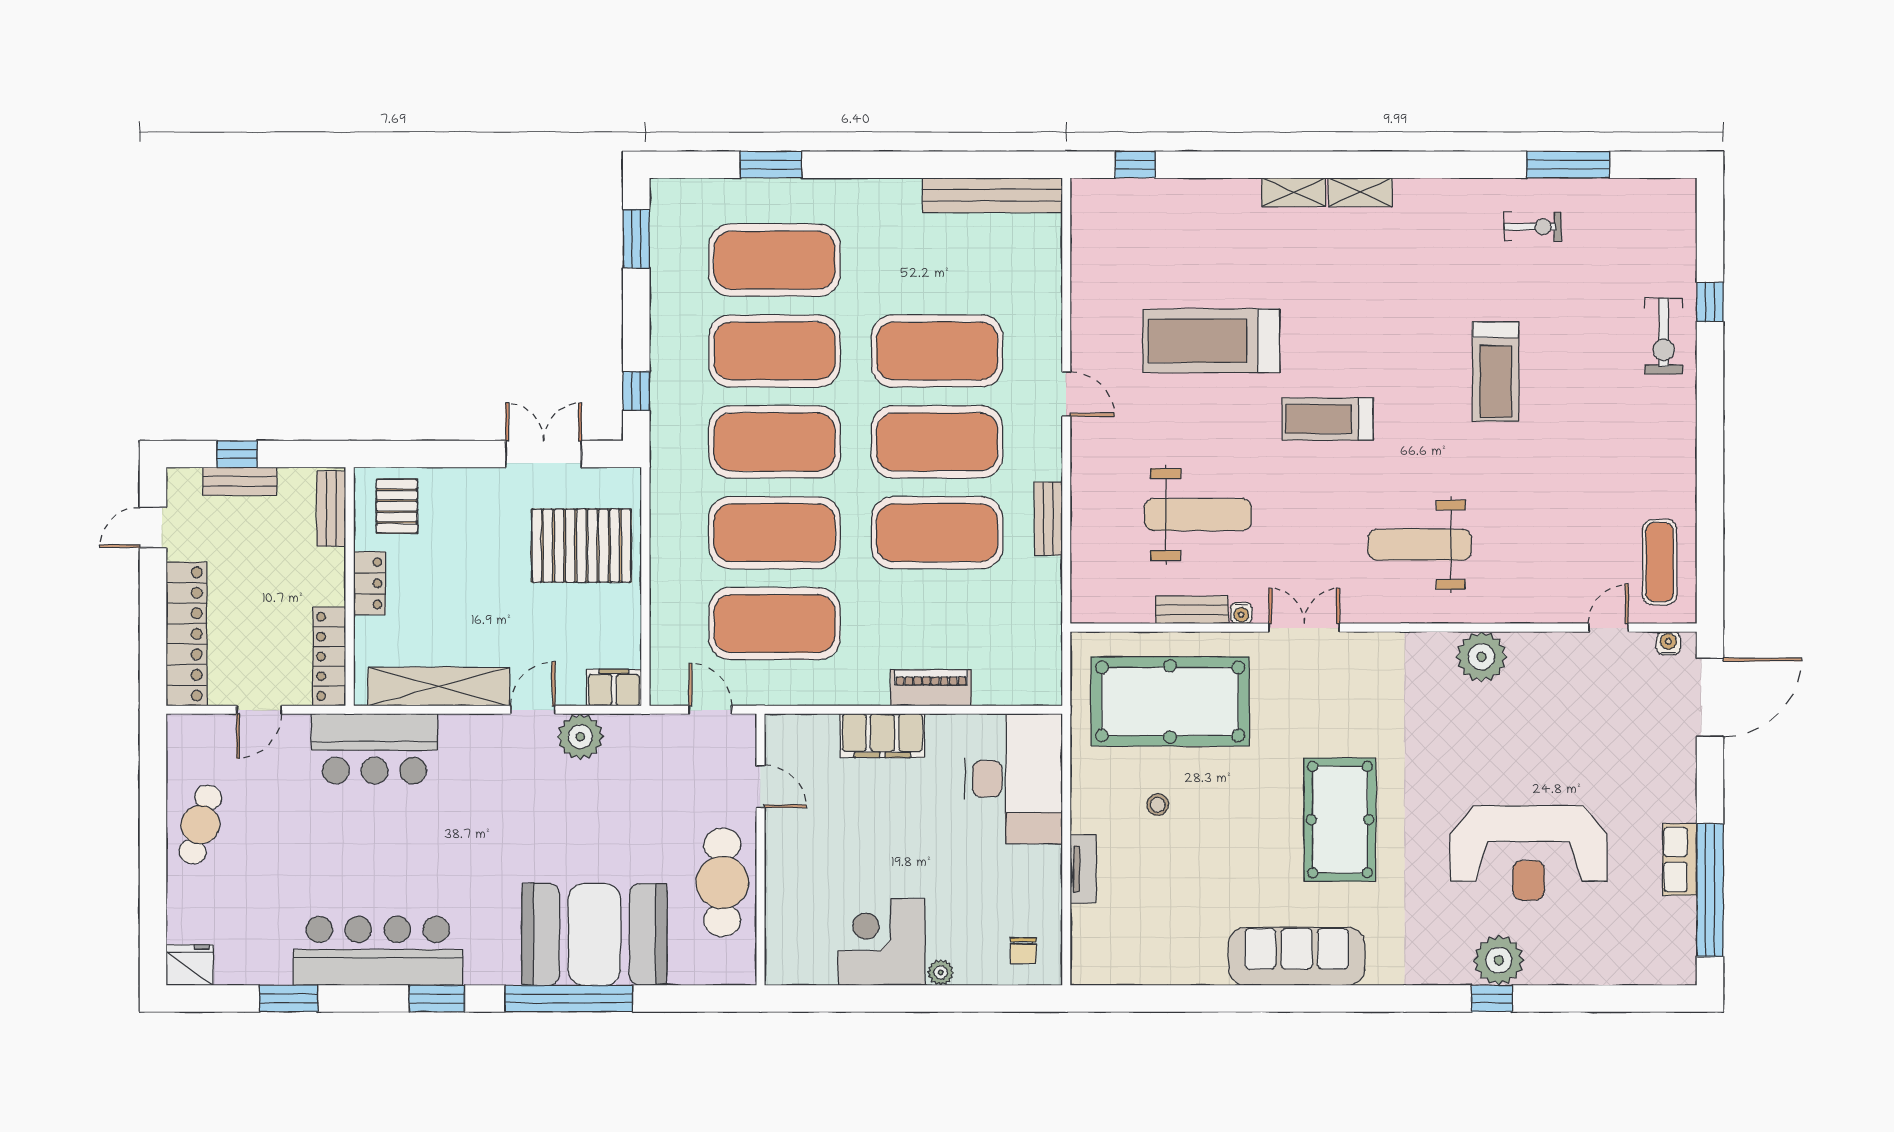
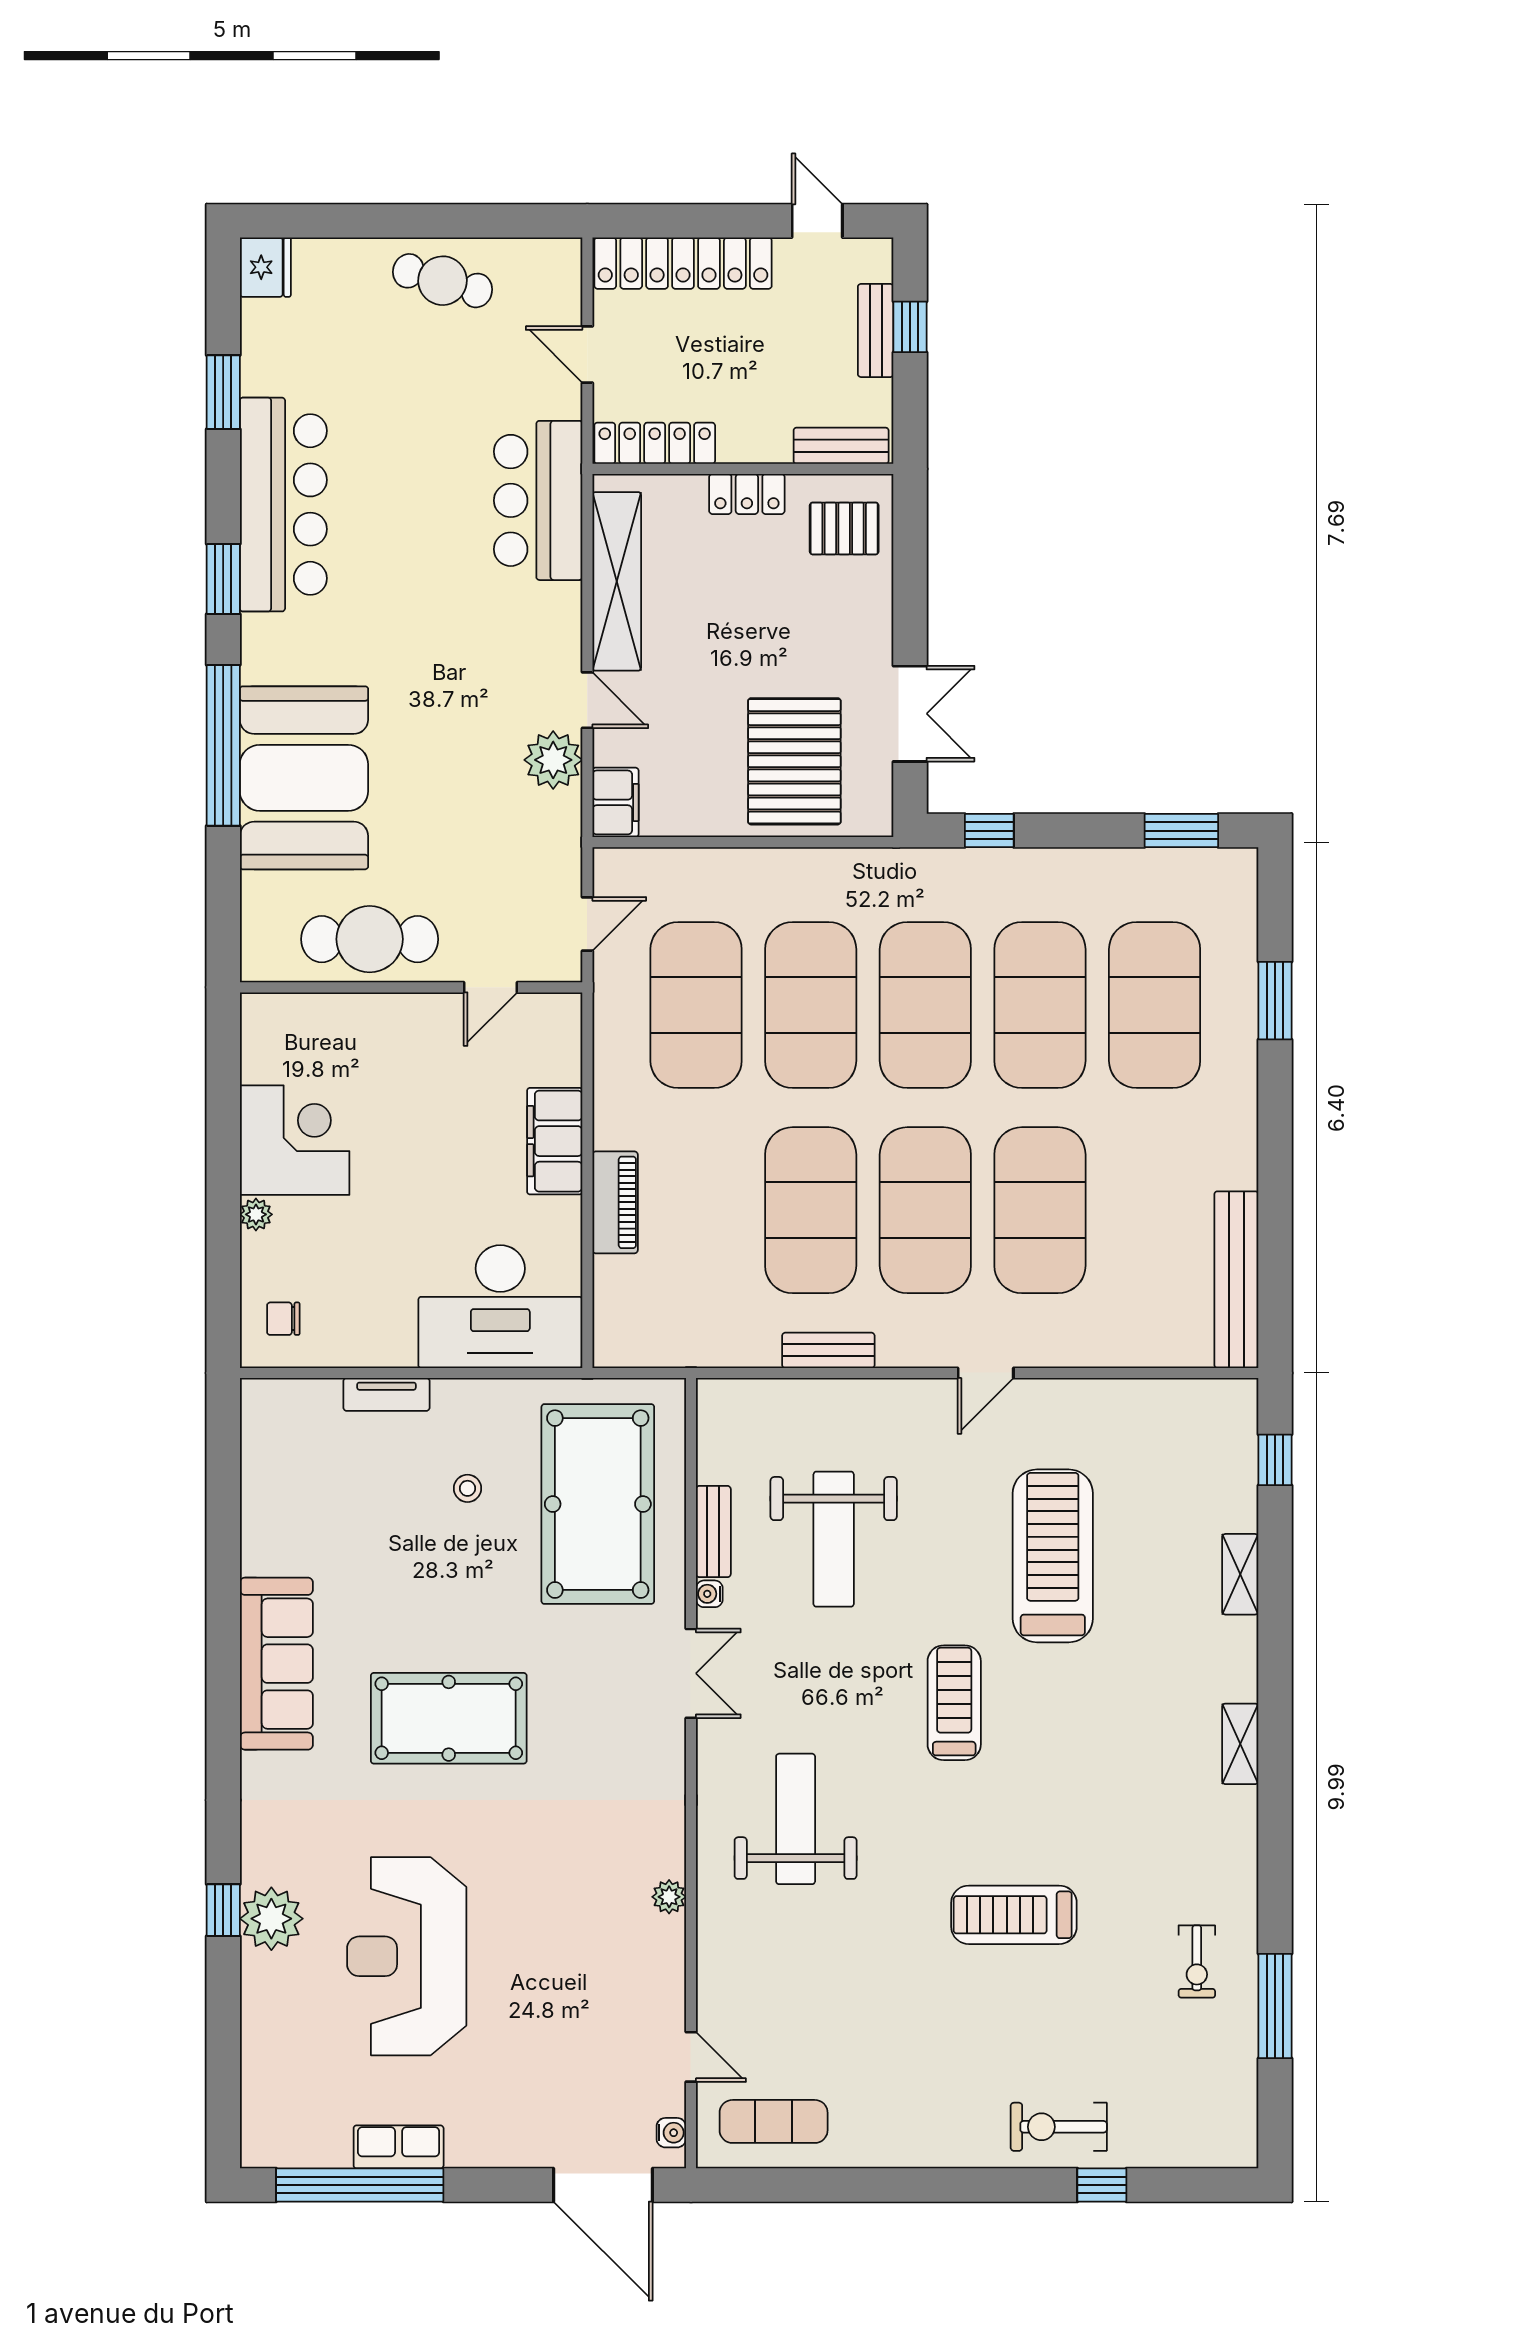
shelving: (1294, 192) -> (1240, 1574), moved
plant: (1481, 657) -> (669, 1897), width x0.53, depth x0.53

